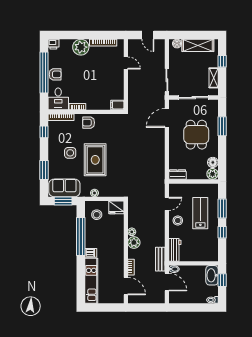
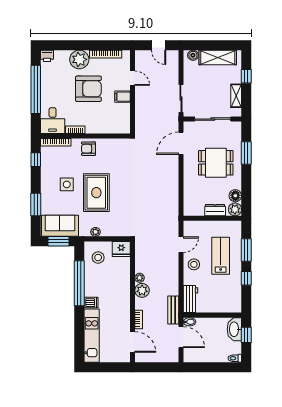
armchair: (55, 74) -> (88, 89), moved, width x1.88, depth x1.88
filing cabinet: (117, 105) -> (122, 97), moved
dining table: (196, 135) -> (216, 163), turned 90
dresser: (178, 175) -> (215, 210), moved

